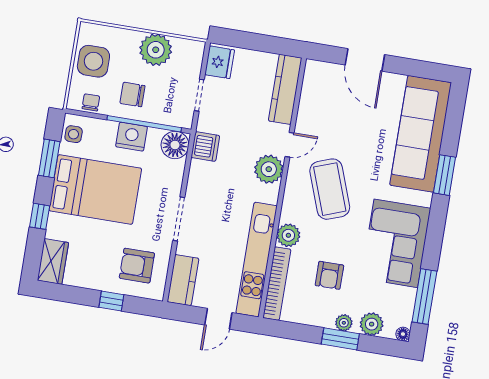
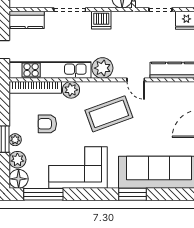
dishwasher: (205, 147) -> (101, 20), moved
plant: (269, 169) -> (102, 68), moved
floor lamp: (403, 334) -> (19, 179), width x1.89, depth x1.89

